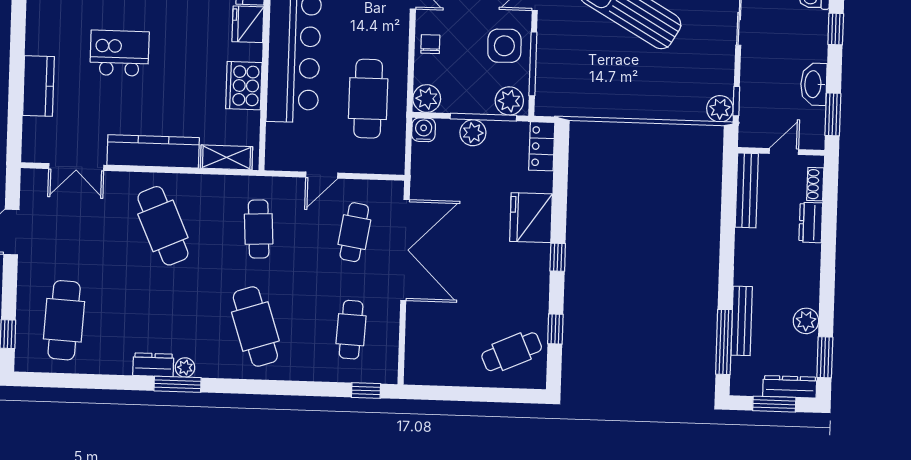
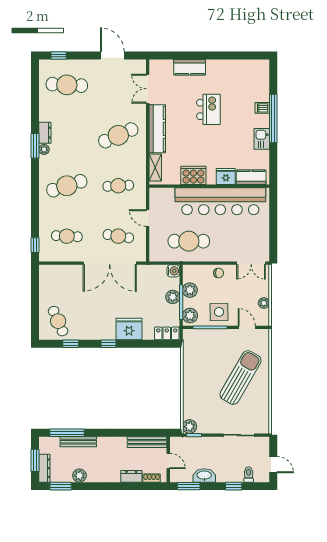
plant: (427, 99) -> (190, 290), moved

